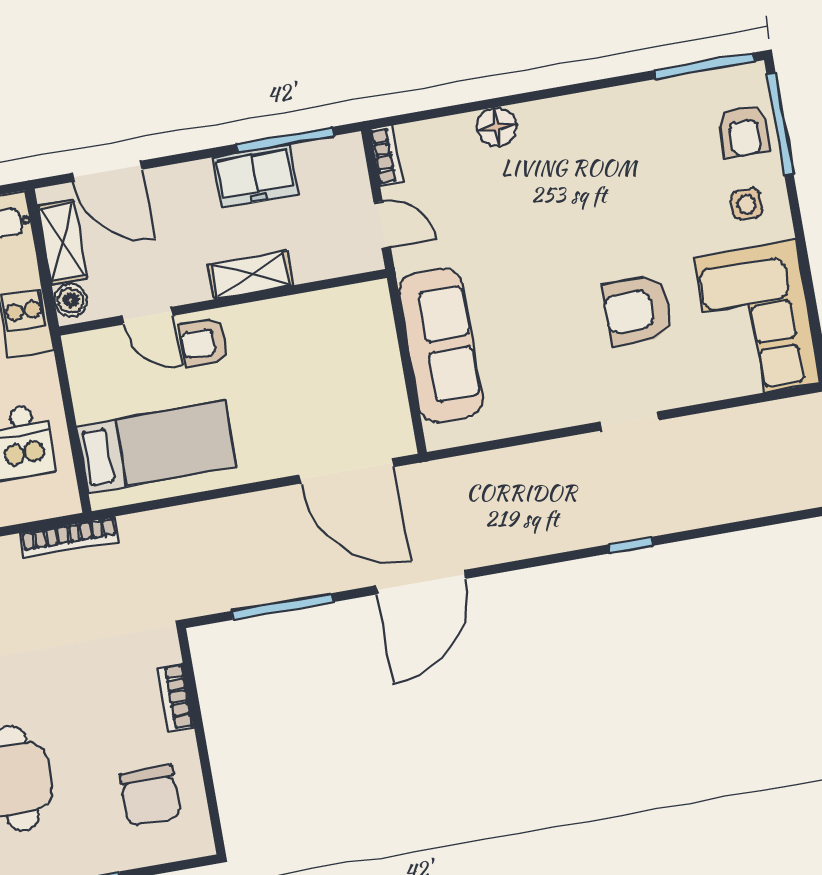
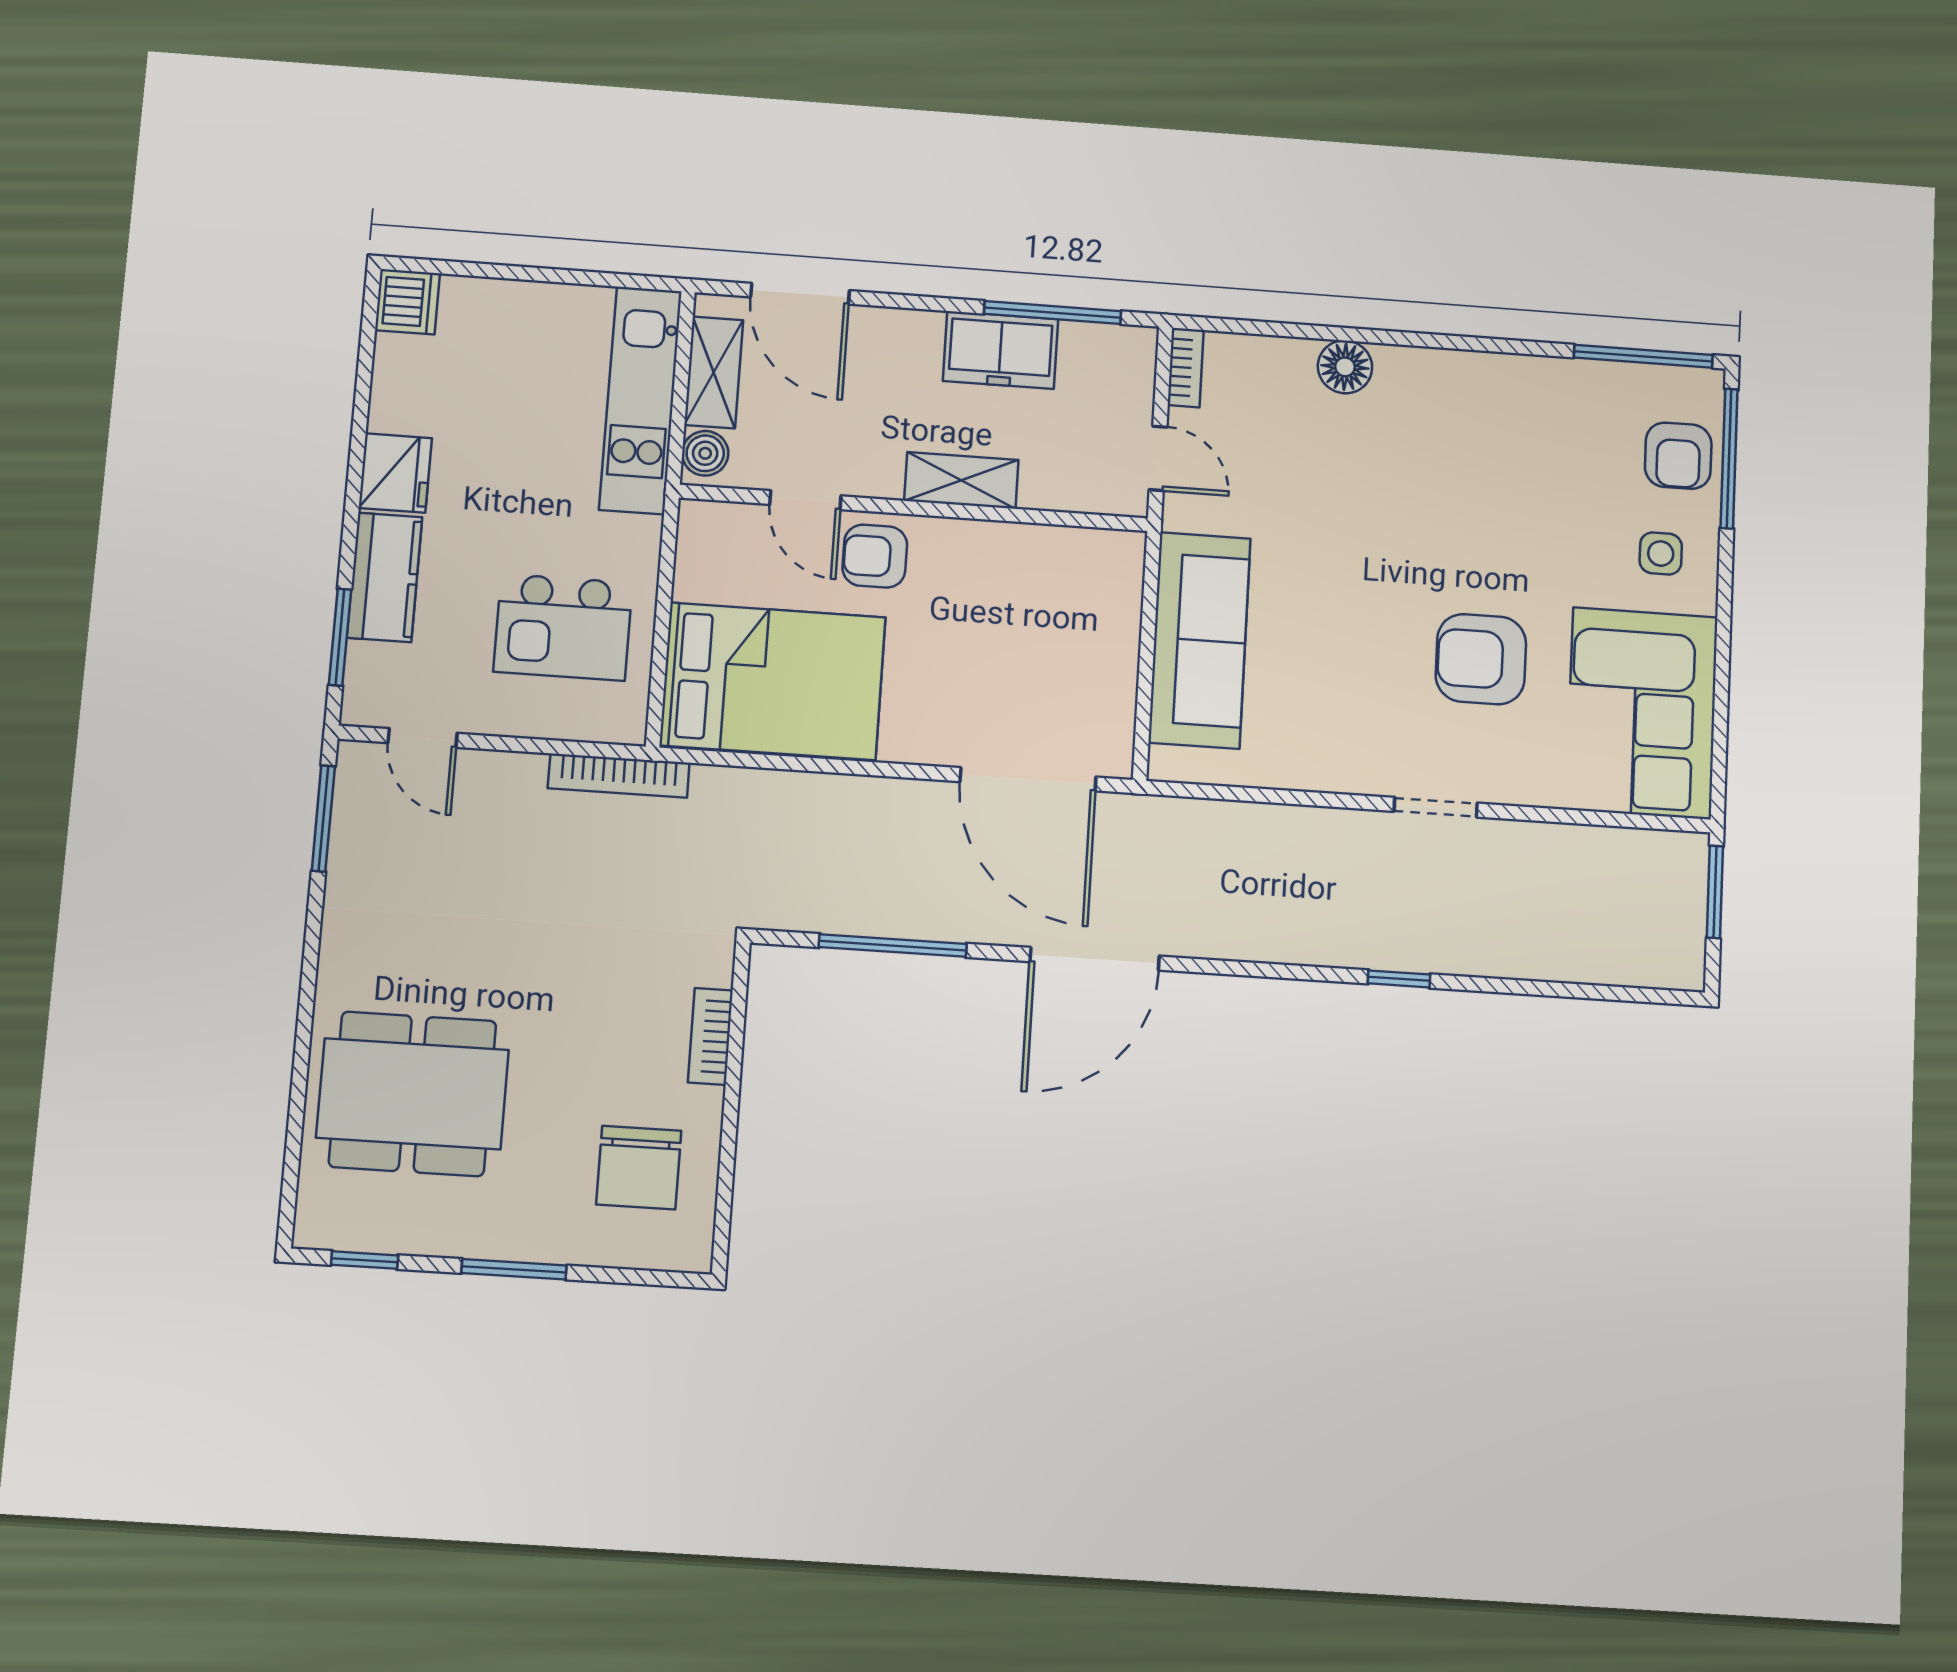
bed: (157, 447) -> (773, 681), width x1.50

